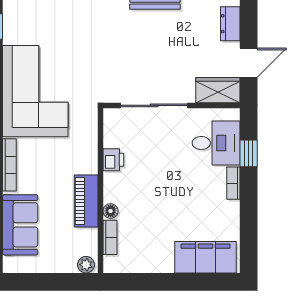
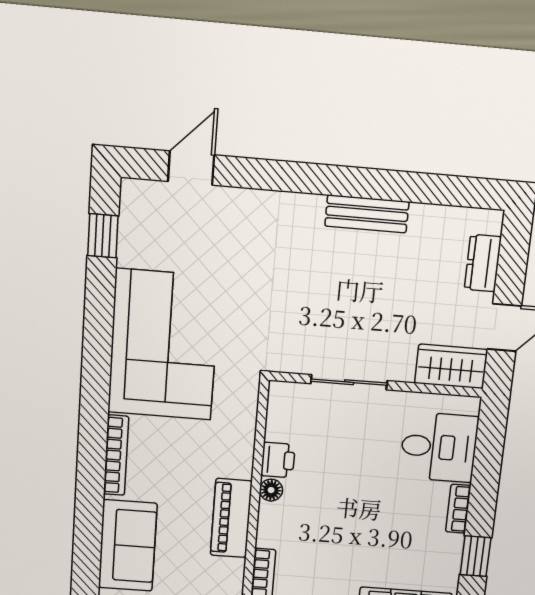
sliding door: (154, 105) -> (349, 382), width x0.73
window: (249, 153) -> (476, 556), moved
floor lamp: (111, 211) -> (271, 490), moved

